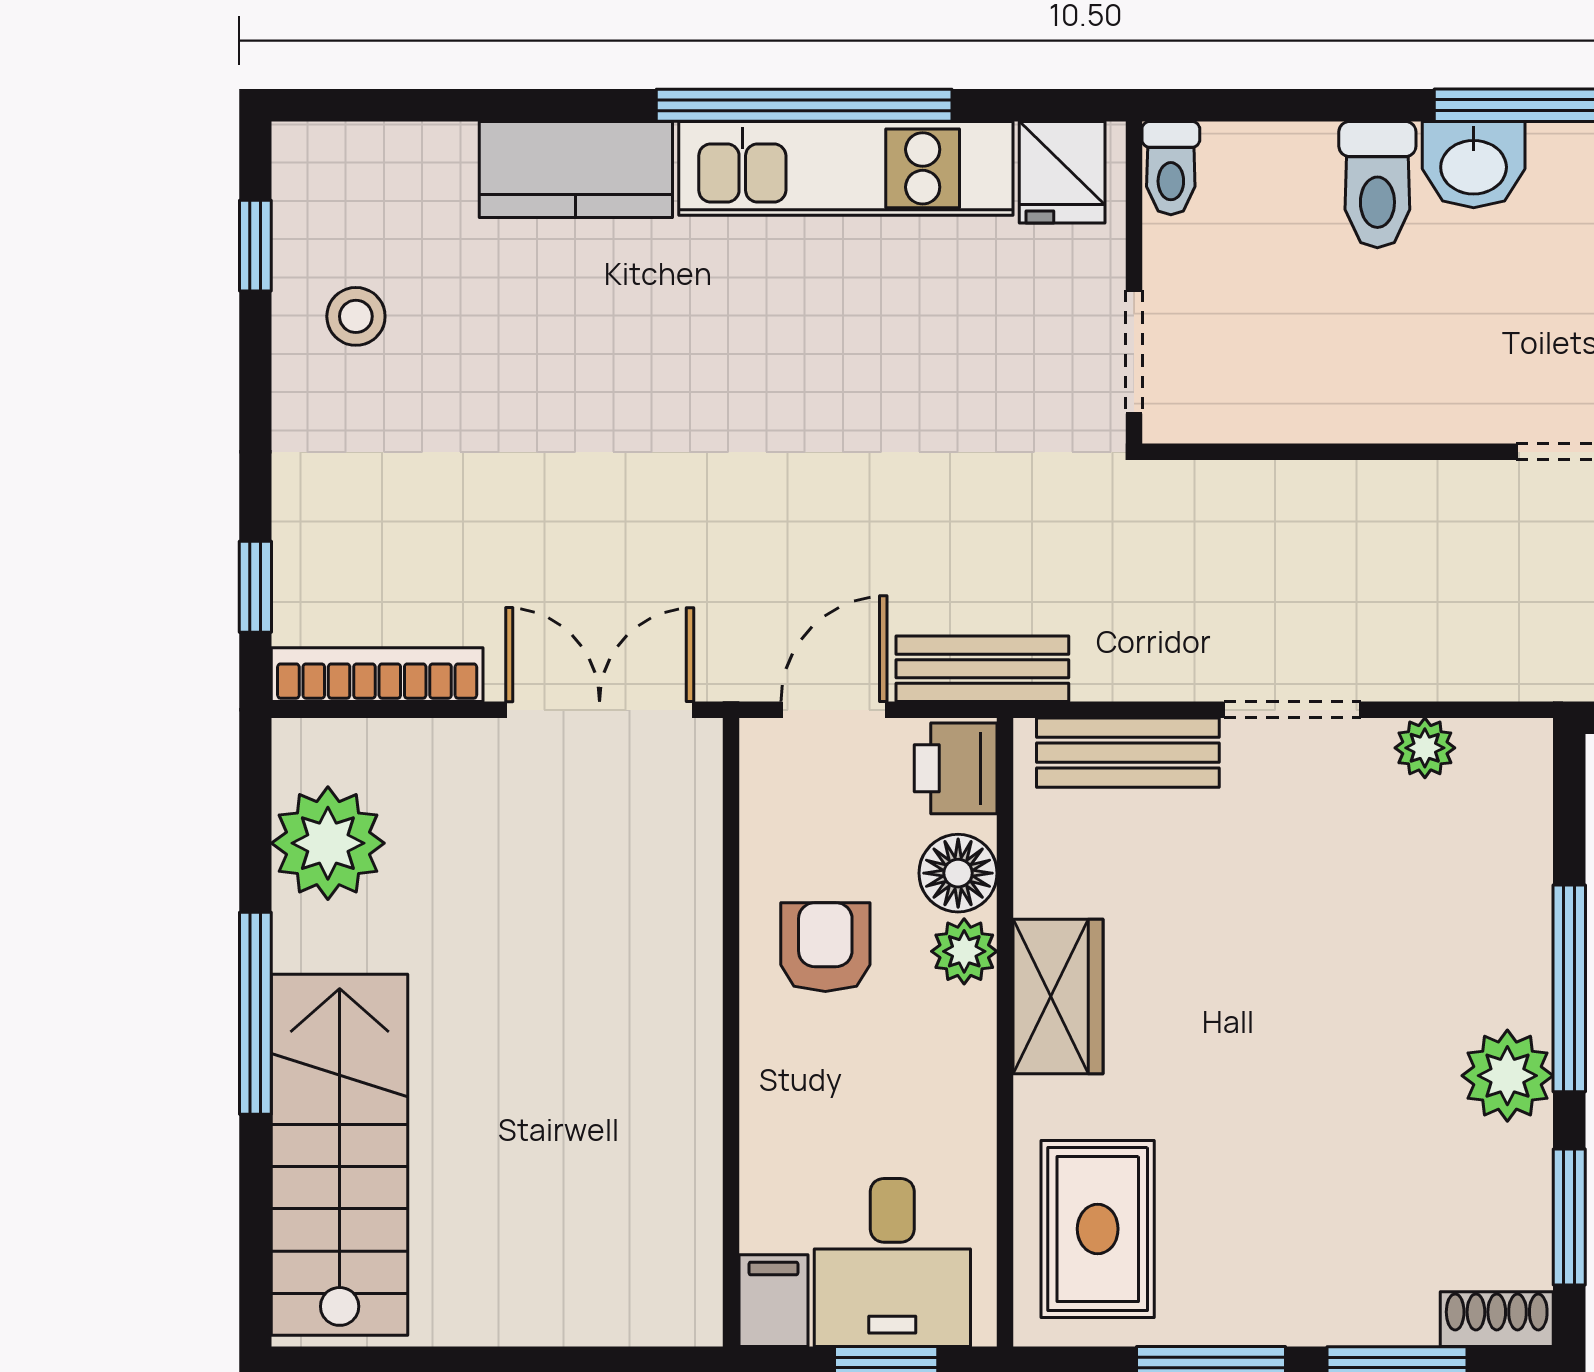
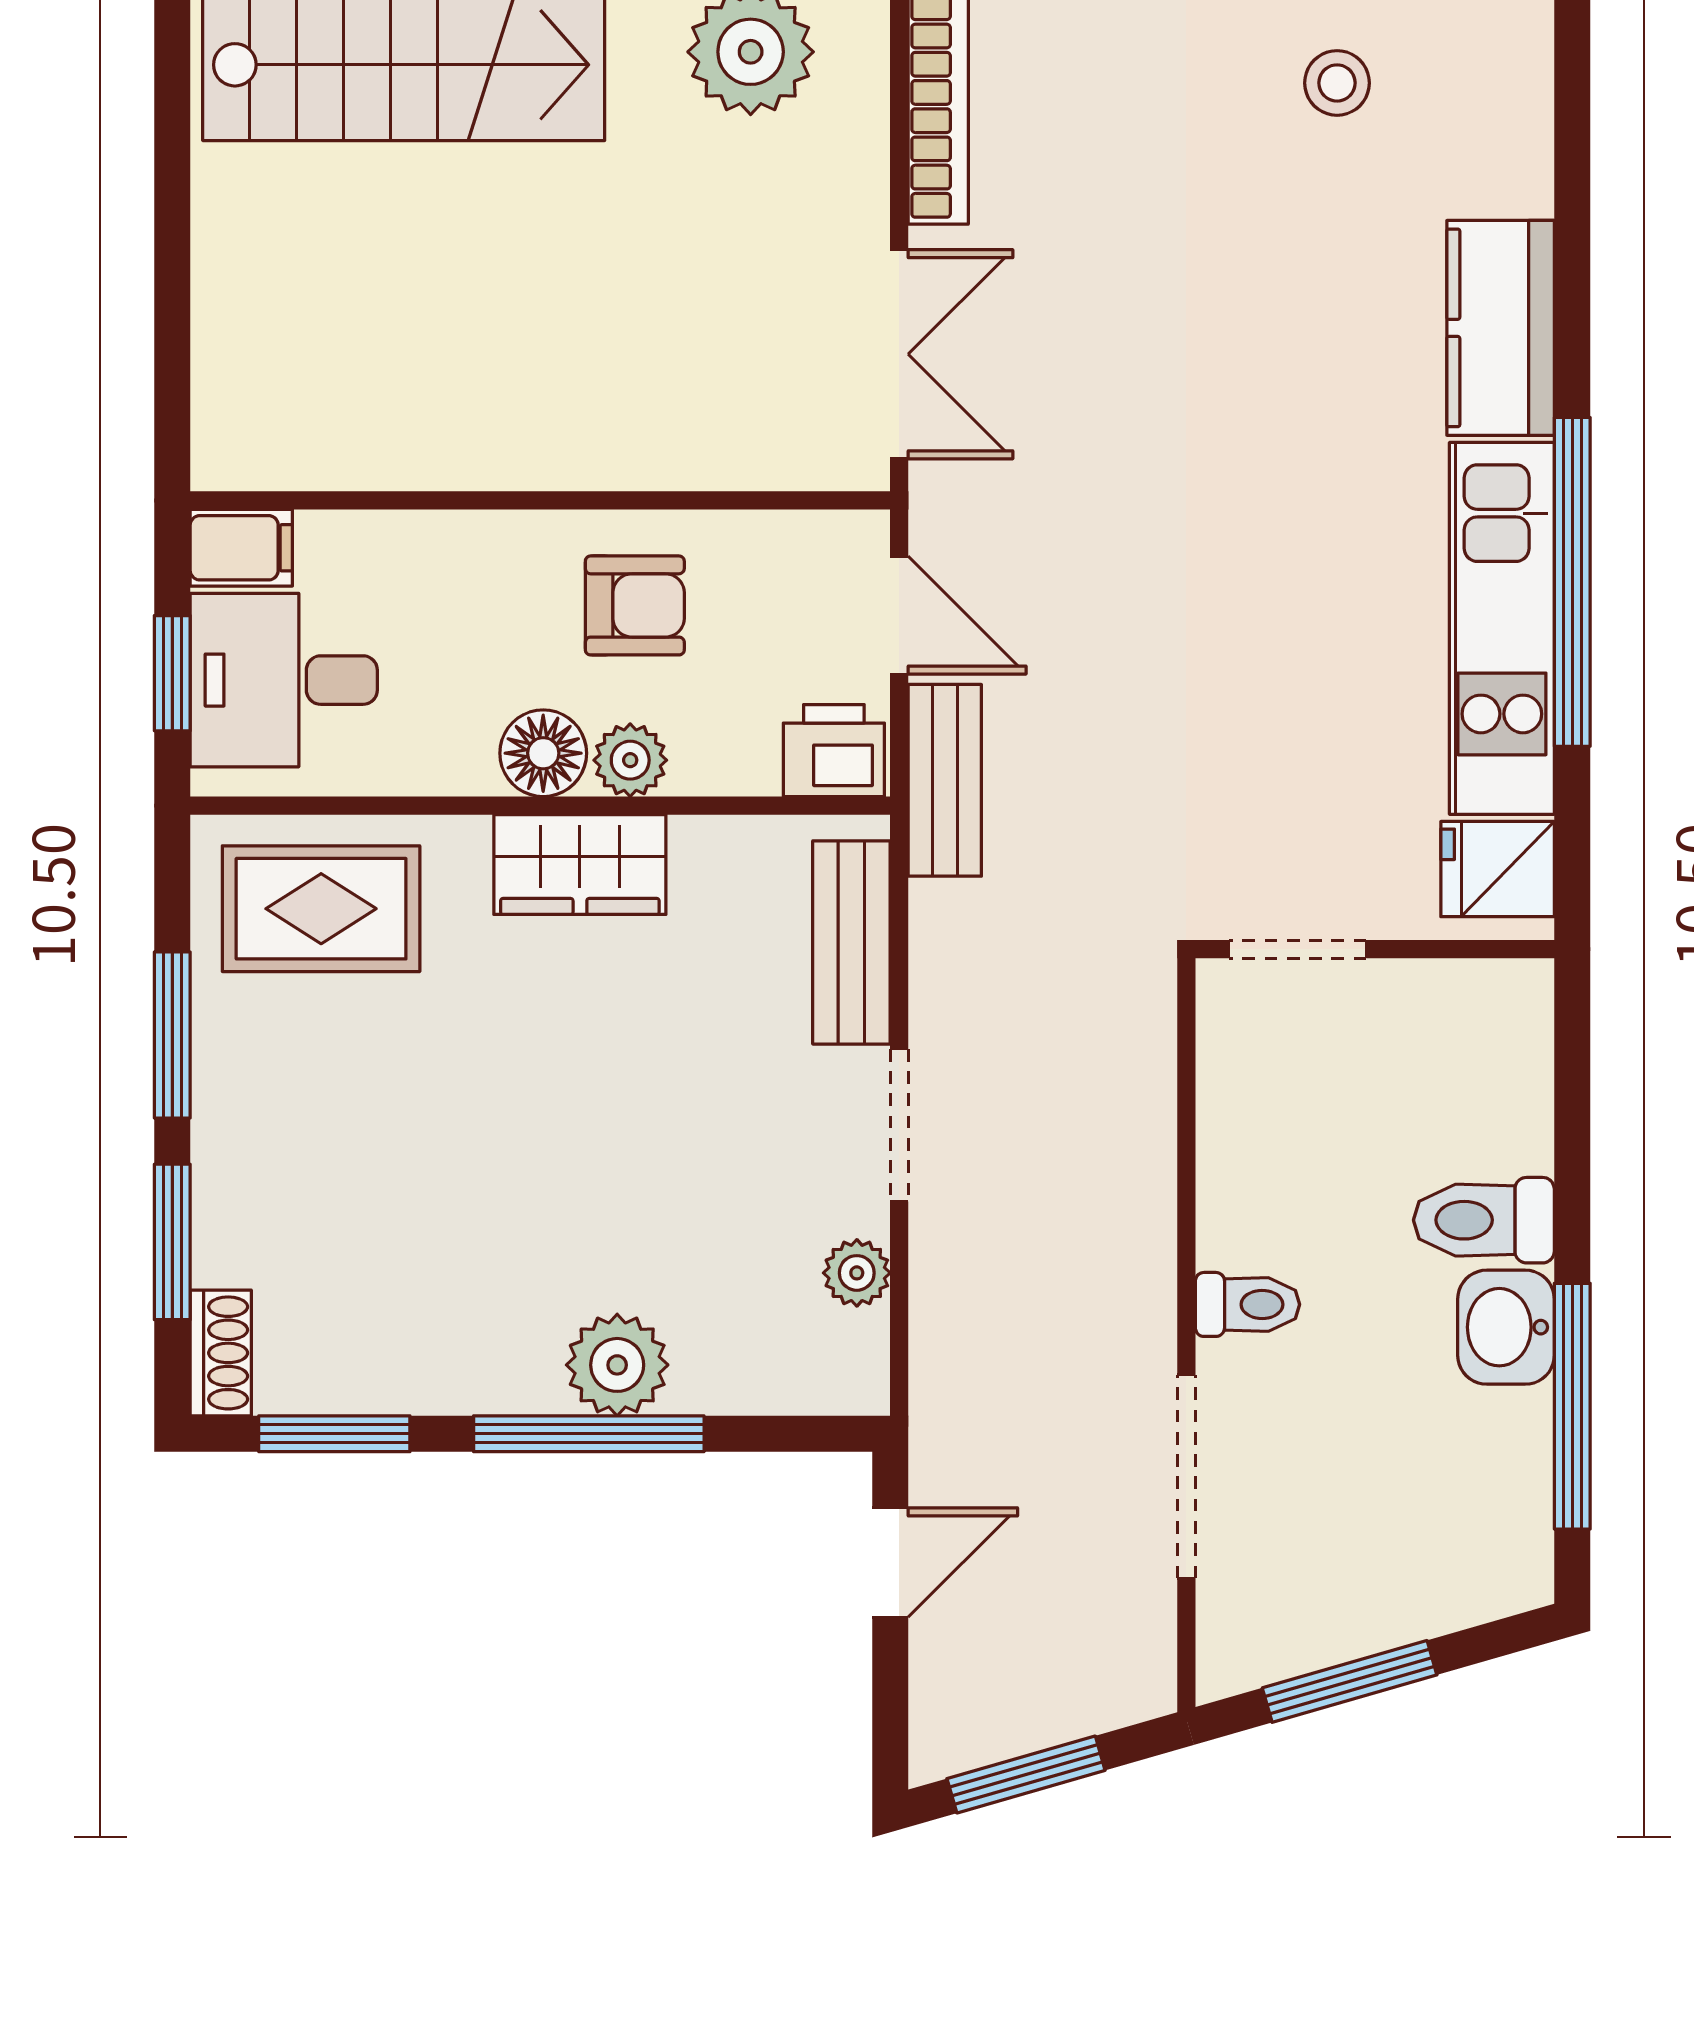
toilet: (1171, 168) -> (1247, 1304), moved, turned 180
floor lamp: (958, 873) -> (543, 753), moved
plant: (1507, 1076) -> (617, 1365), moved

